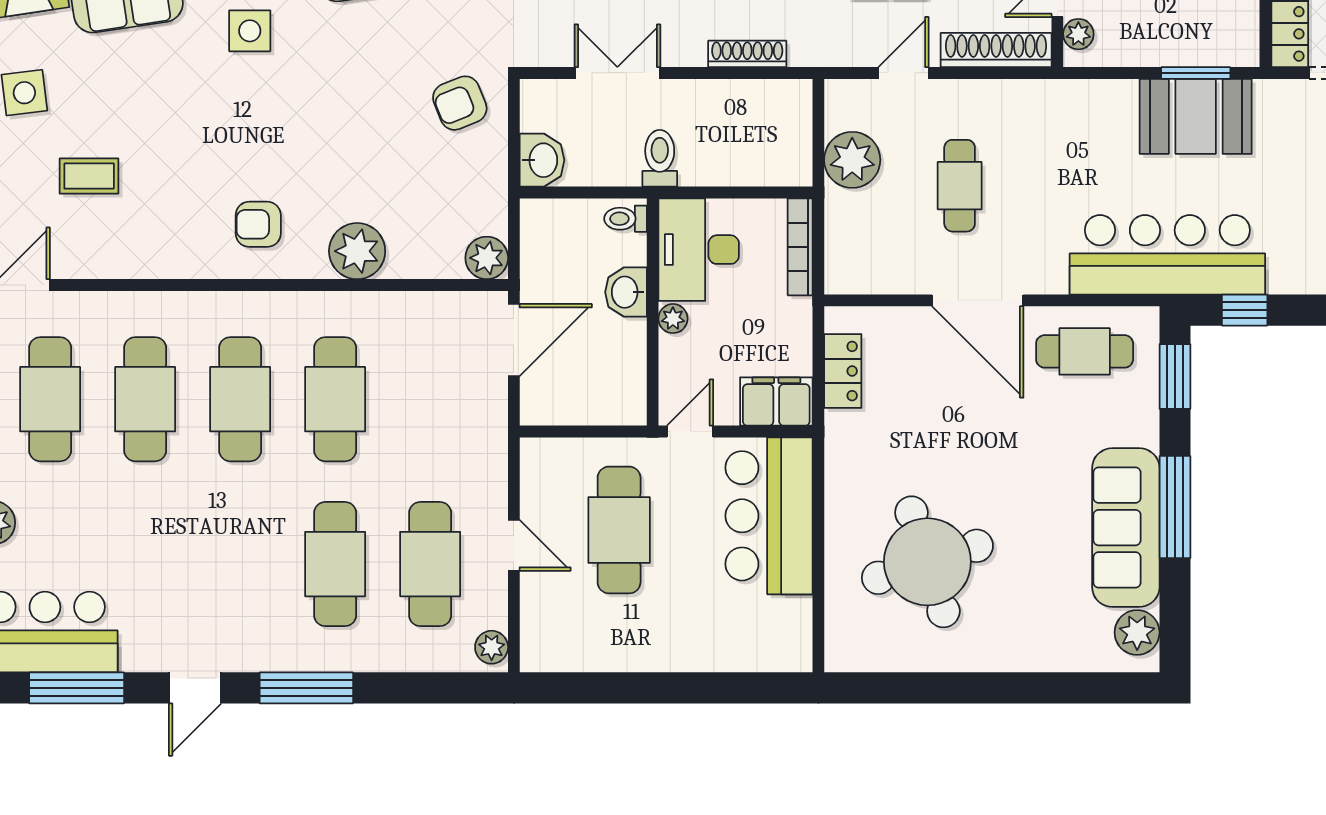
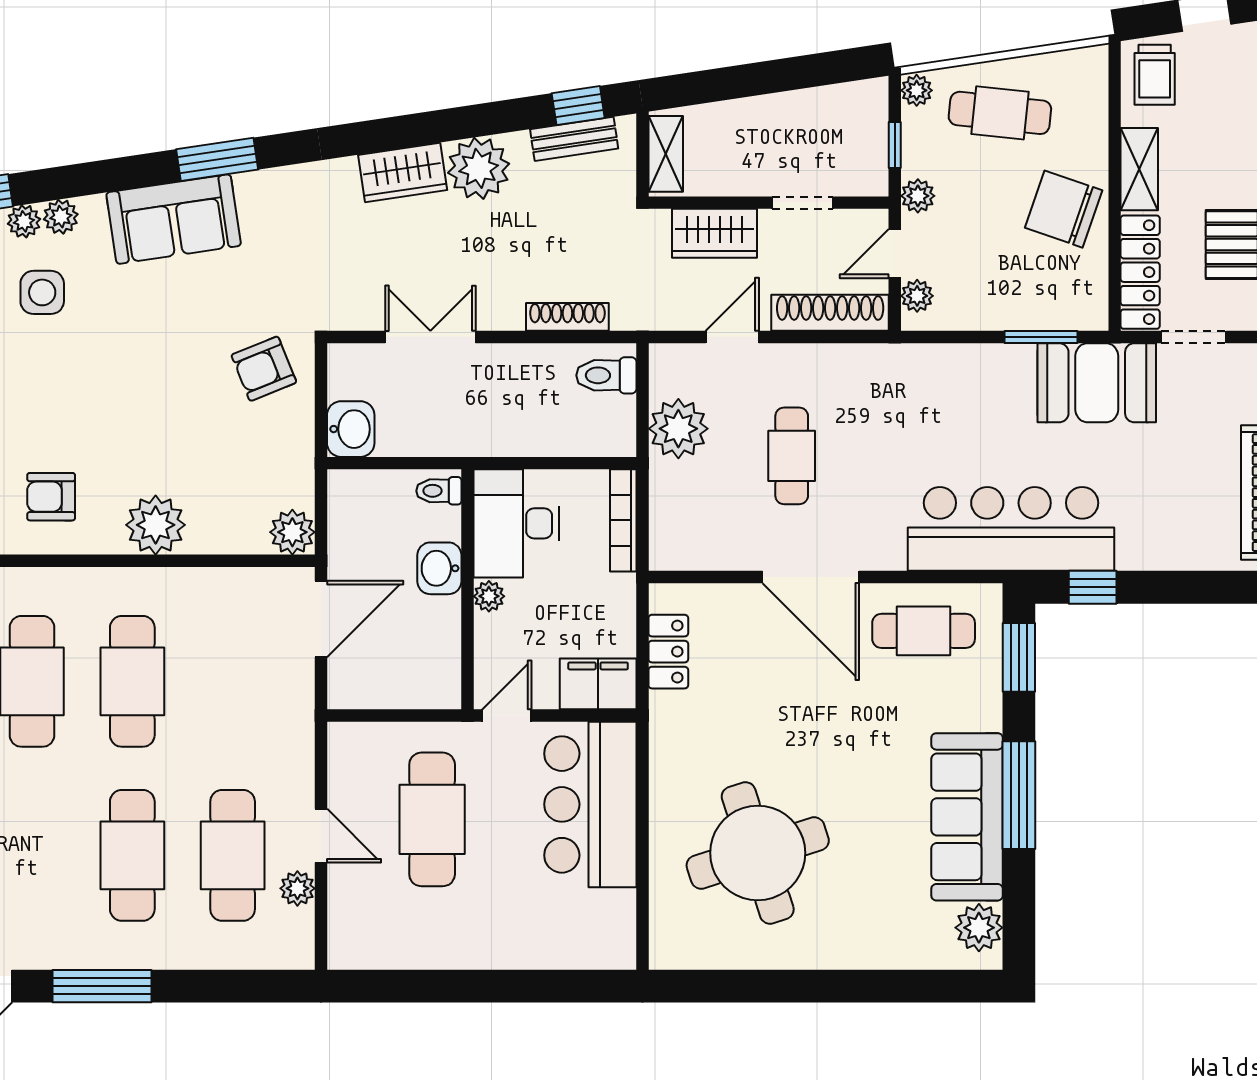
booth: (1196, 116) -> (1097, 383), moved
toilet: (660, 158) -> (606, 375), moved, turned -90
plant: (492, 647) -> (297, 888), moved

